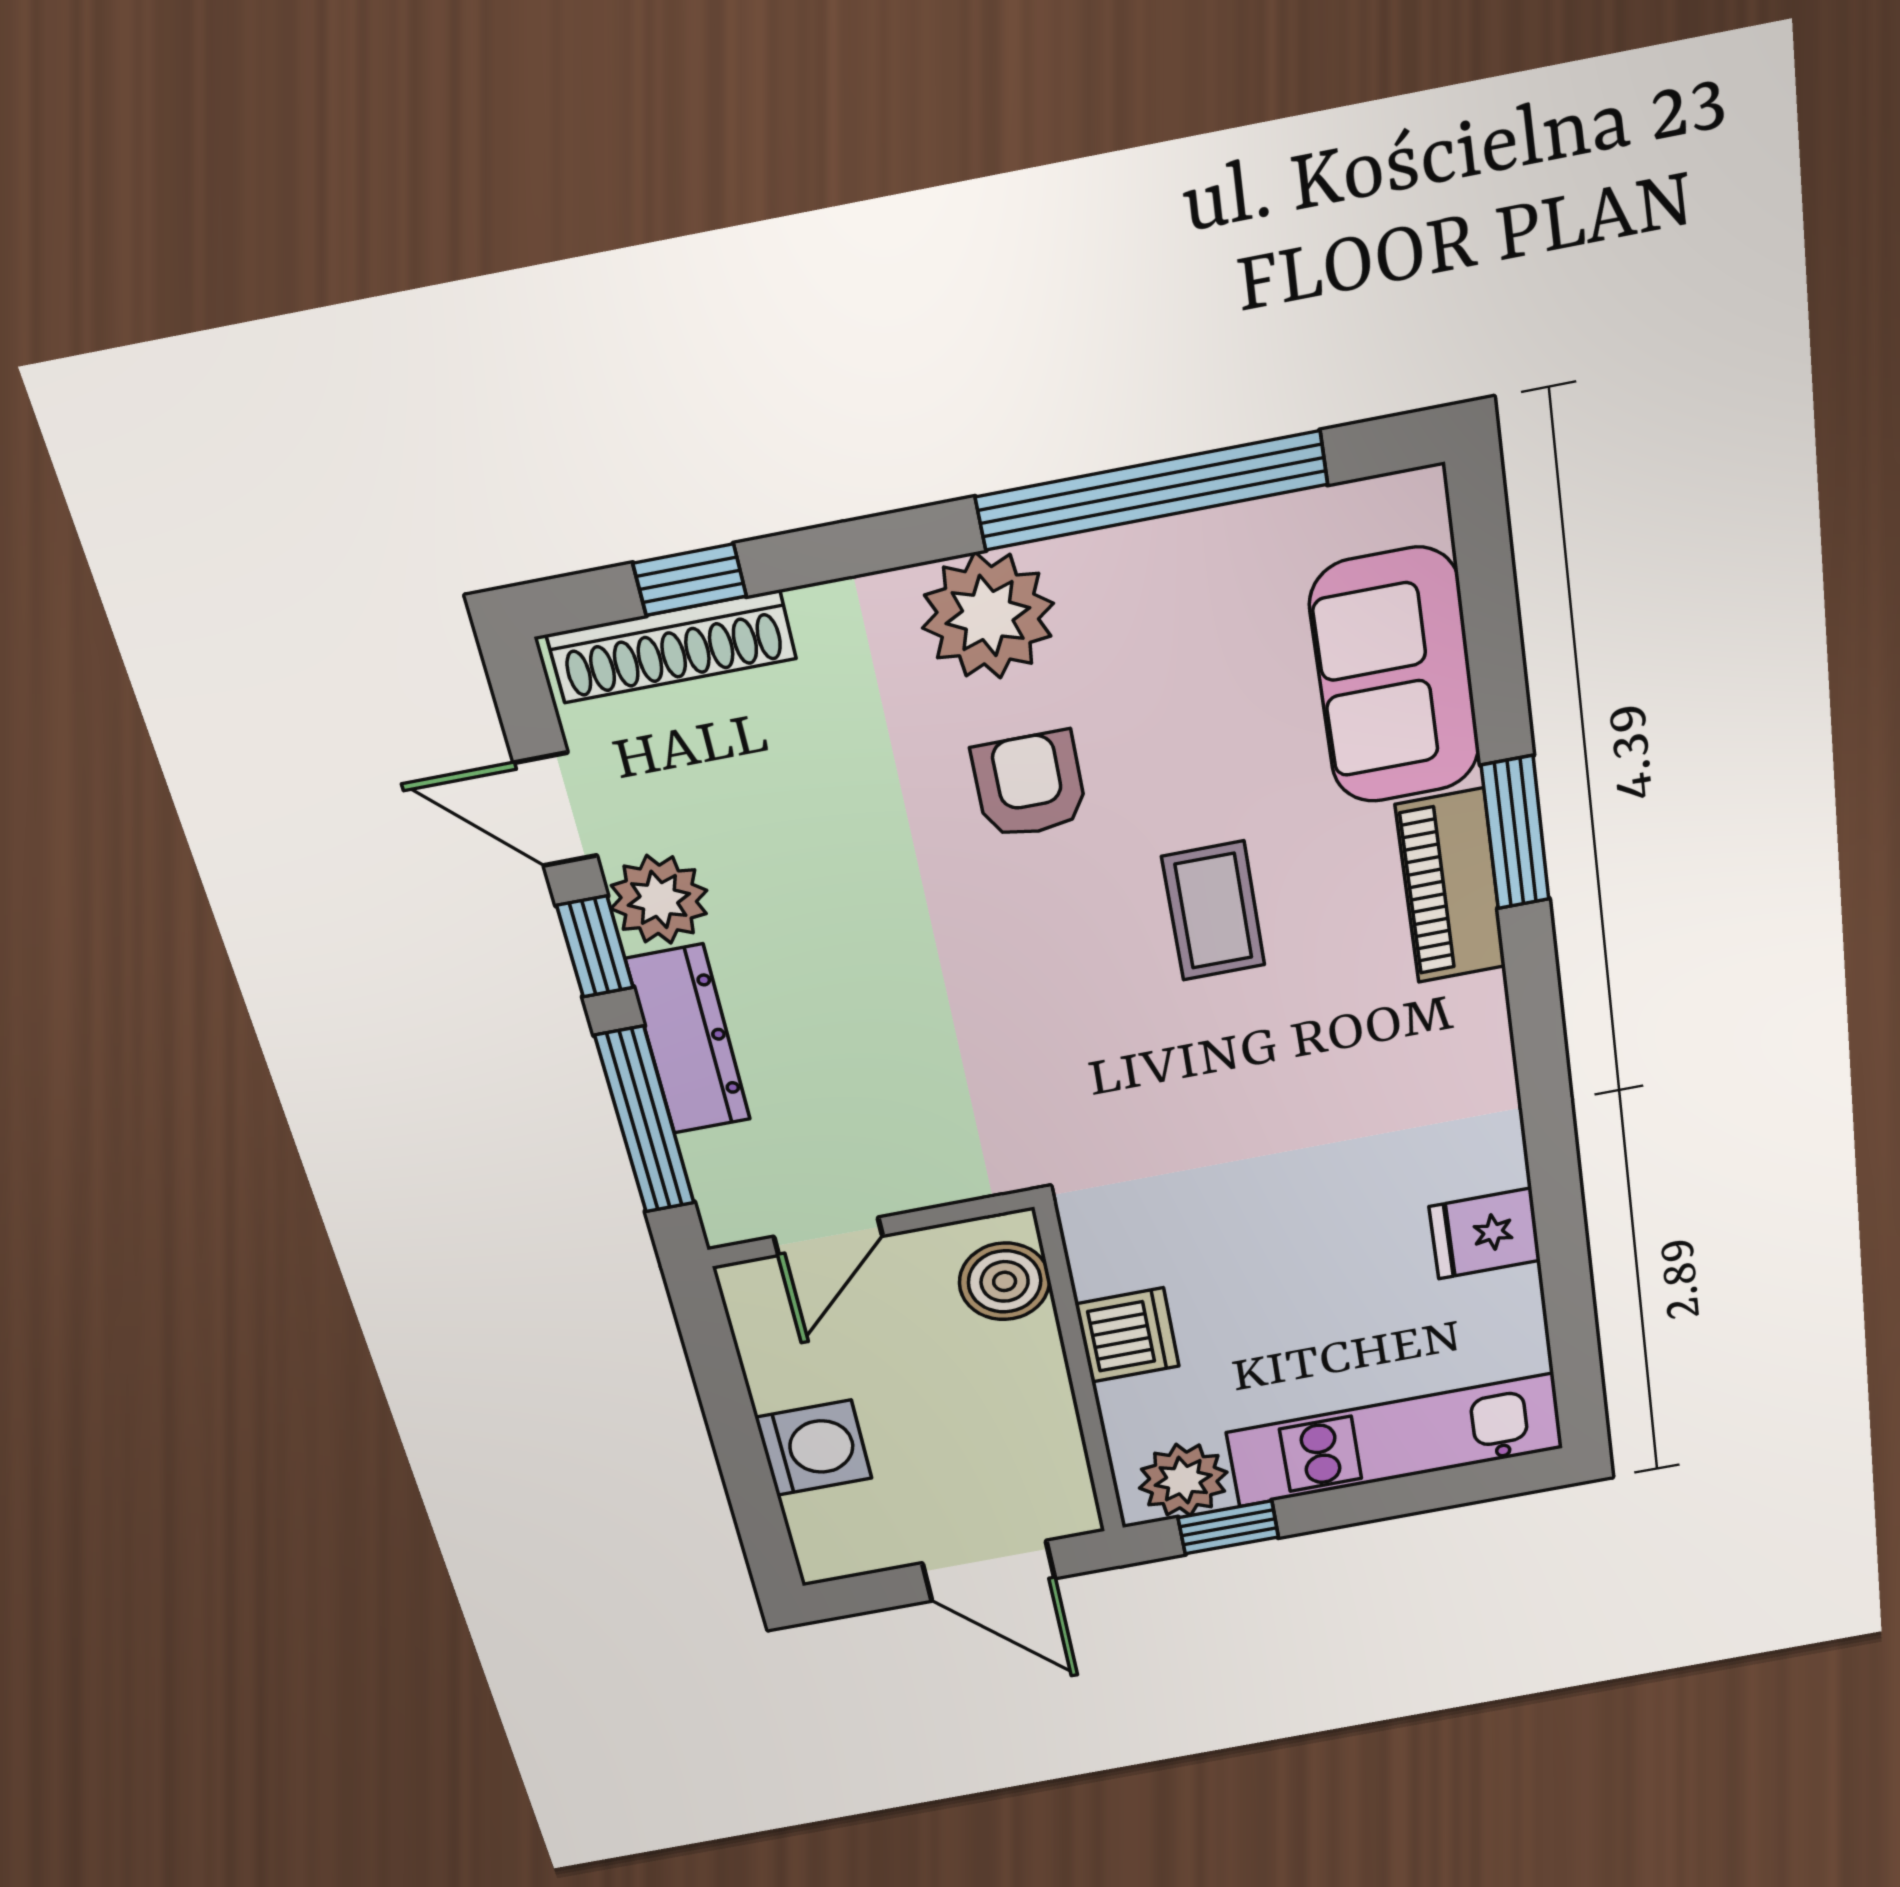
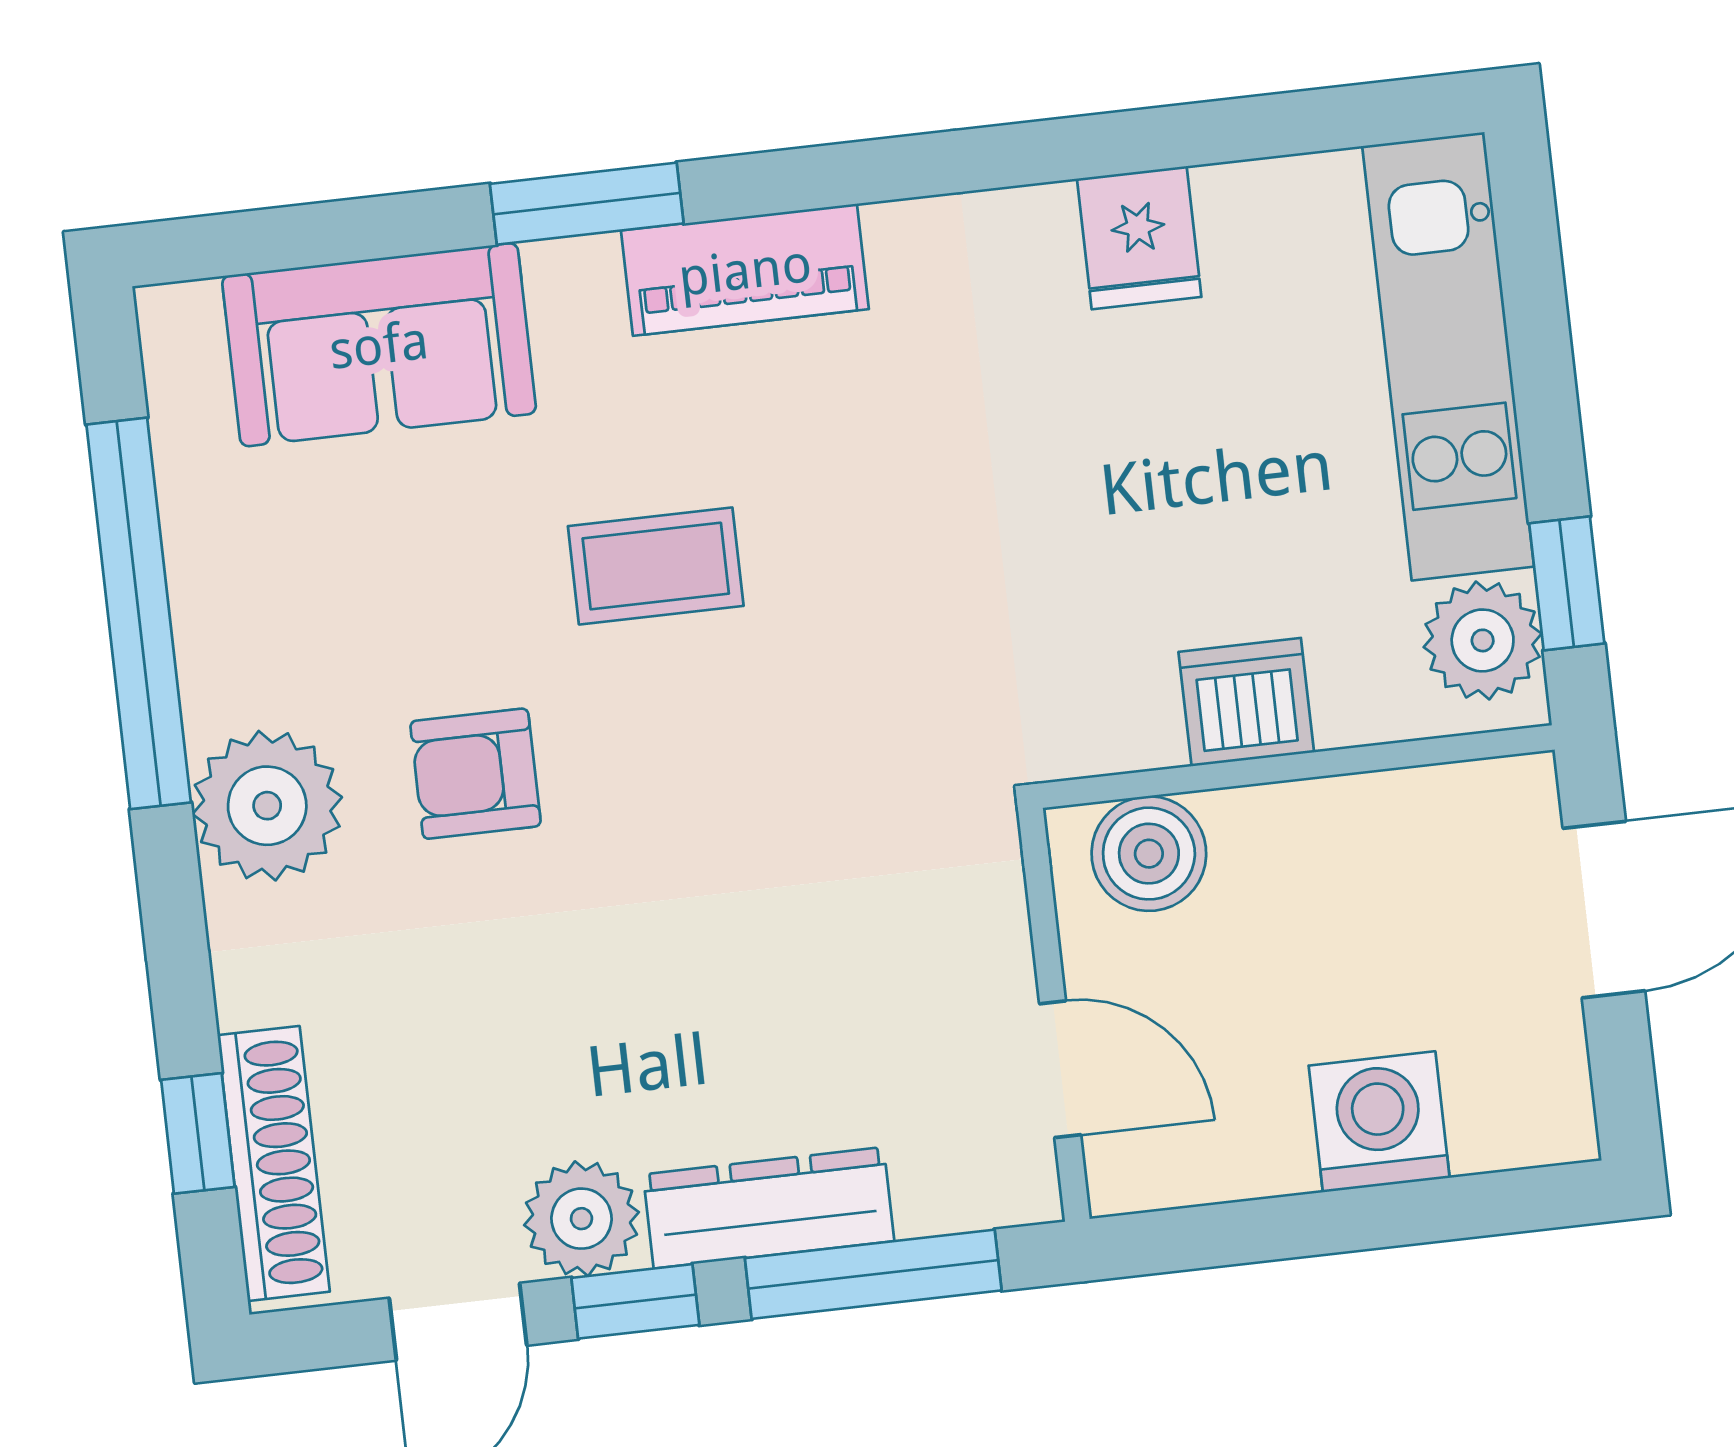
piano: (1451, 886) -> (745, 270), moved

